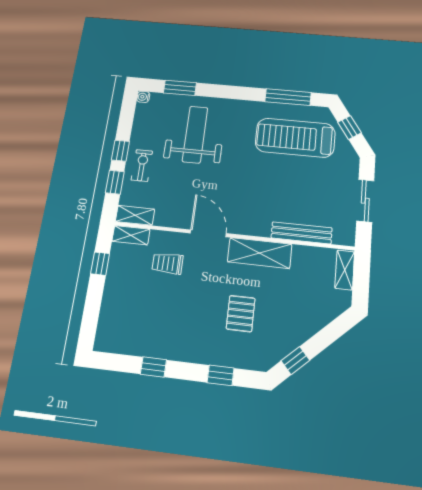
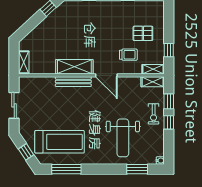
bench: (302, 233) -> (73, 82), moved
pallet: (241, 314) -> (143, 33), moved, turned 90

